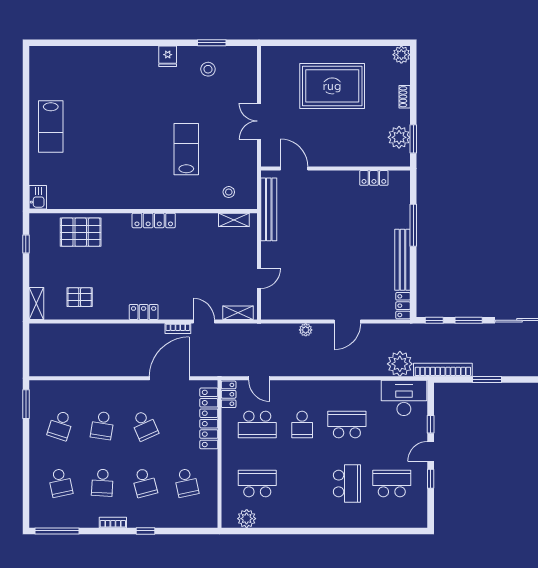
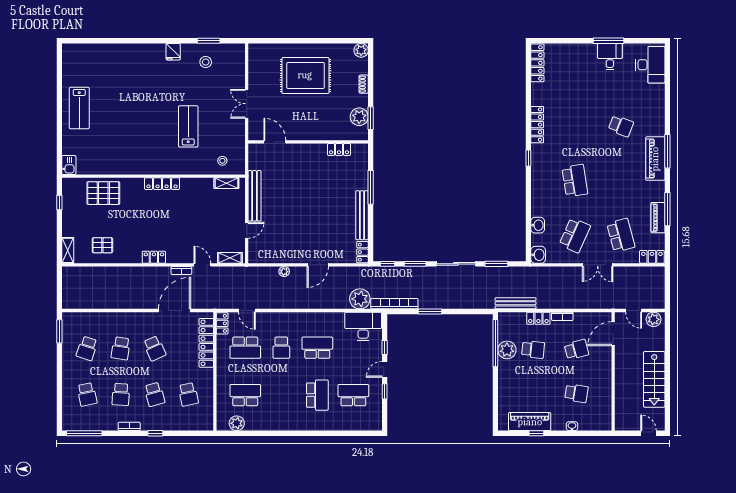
bench: (269, 209) -> (255, 196), moved

